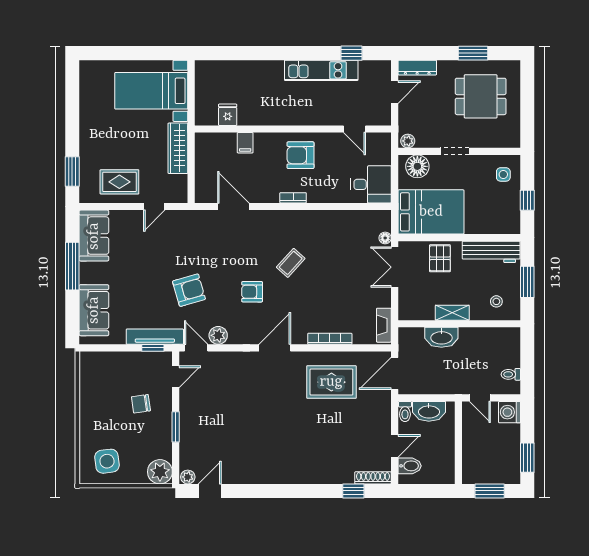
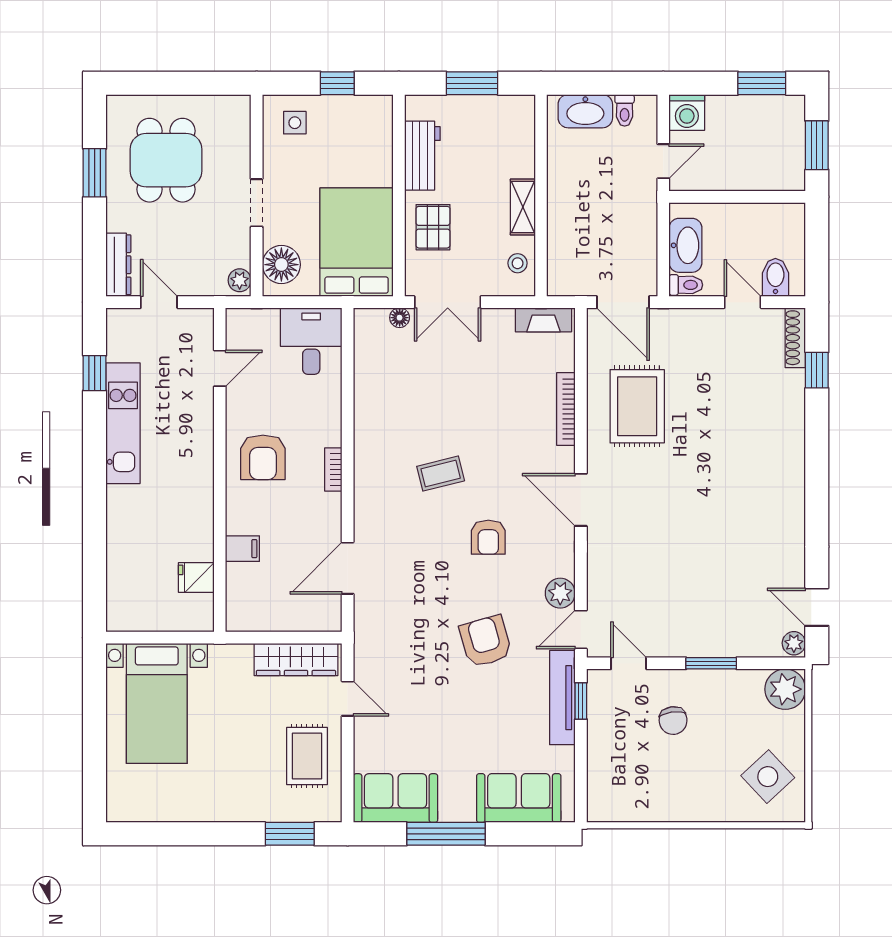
wardrobe: (178, 148) -> (296, 659), moved
workbench: (491, 252) -> (422, 156), width x0.73
pallet: (440, 258) -> (433, 227), turned 90
coffee table: (291, 263) -> (441, 474), turned -56
stool: (496, 301) -> (518, 263), moved
washbasin: (441, 337) -> (585, 111), moved, turned 90
side table: (107, 461) -> (768, 777), turned -36

